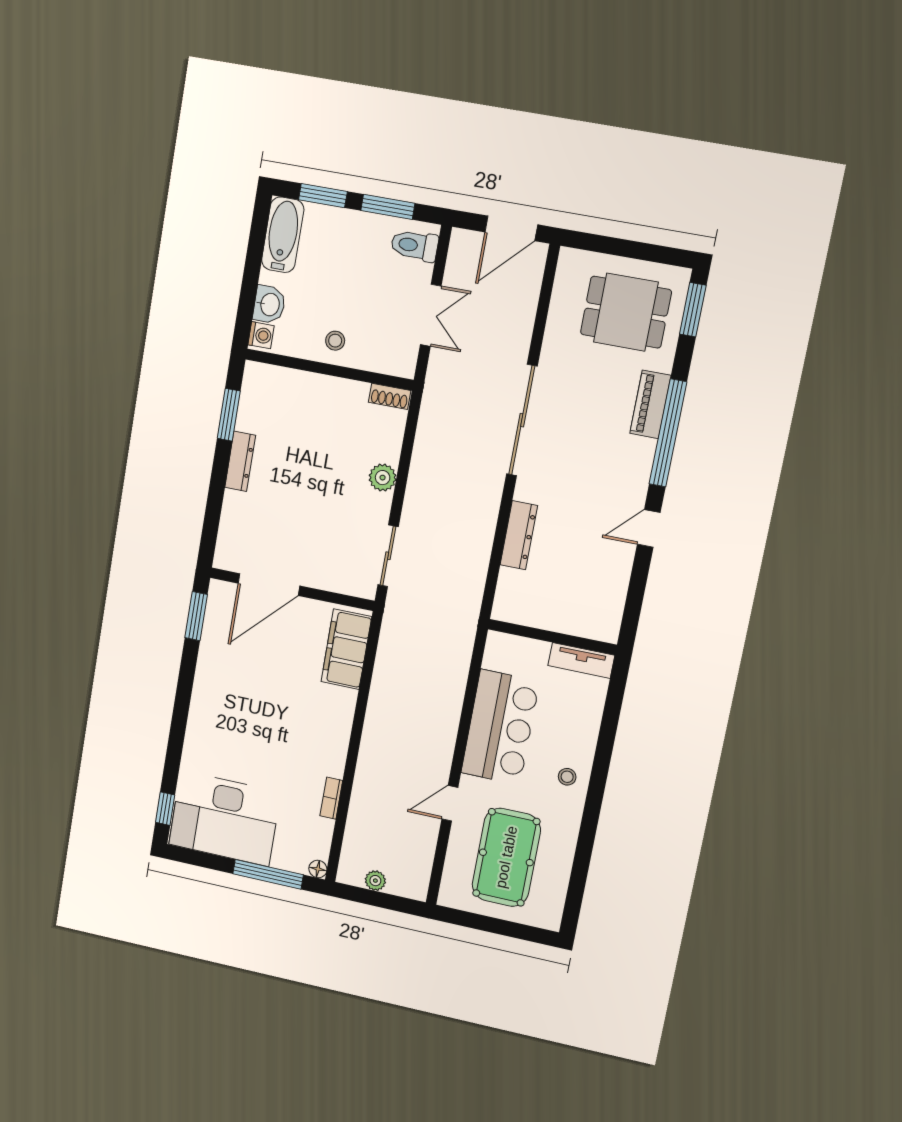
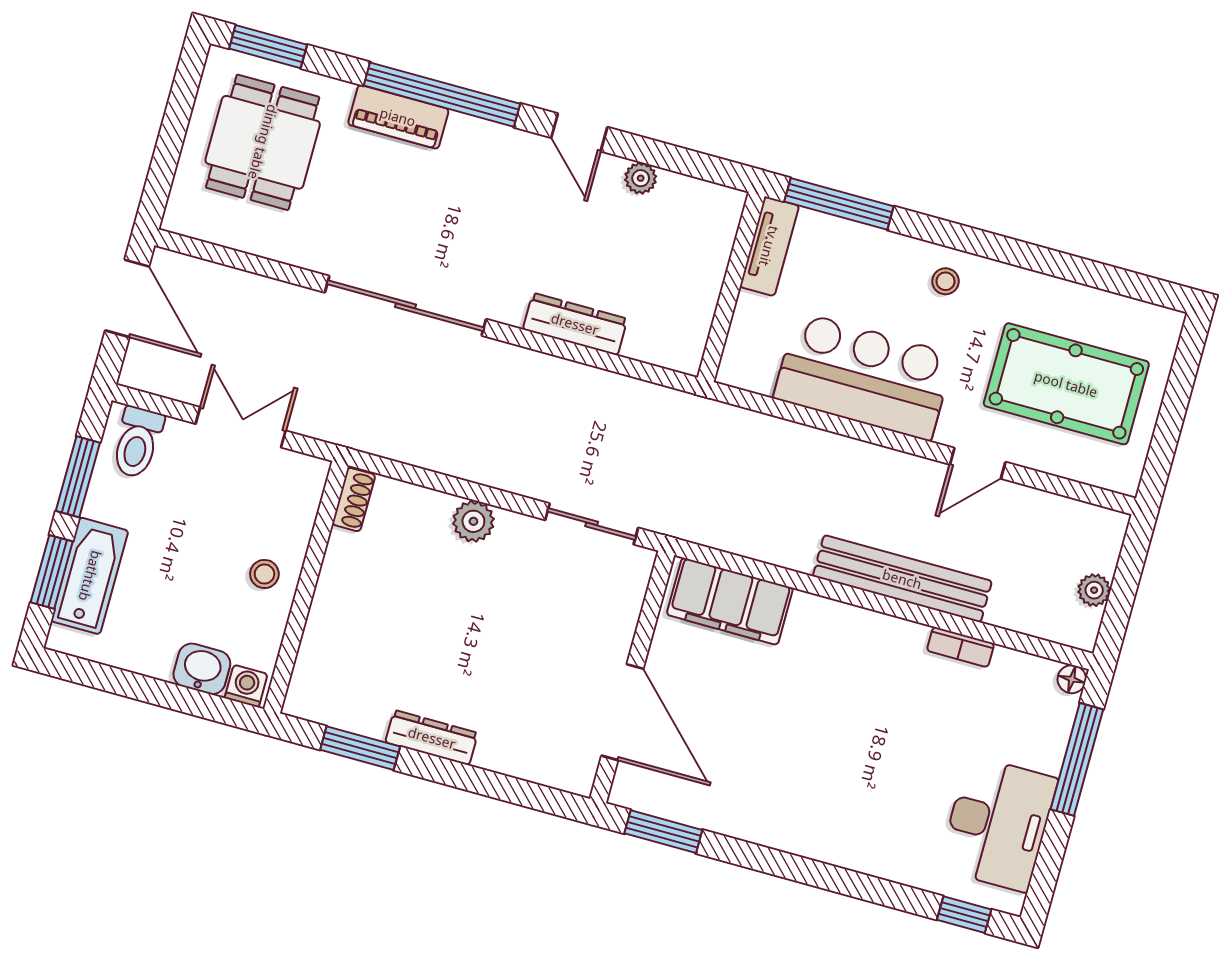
bathtub: (283, 235) -> (90, 576), moved, turned 90
plant: (621, 572) -> (641, 178), added
window: (613, 705) -> (839, 204), added
bench: (371, 759) -> (902, 579), added
door: (450, 803) -> (978, 463), hinge flipped
desk: (225, 818) -> (998, 824), width x0.73, depth x0.77

